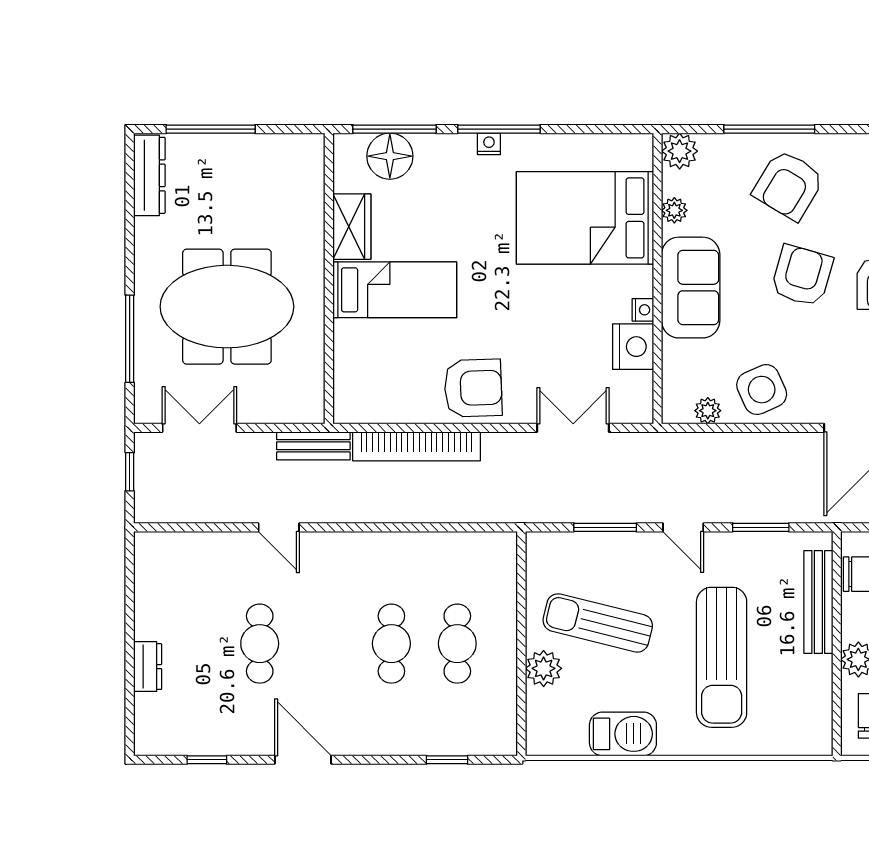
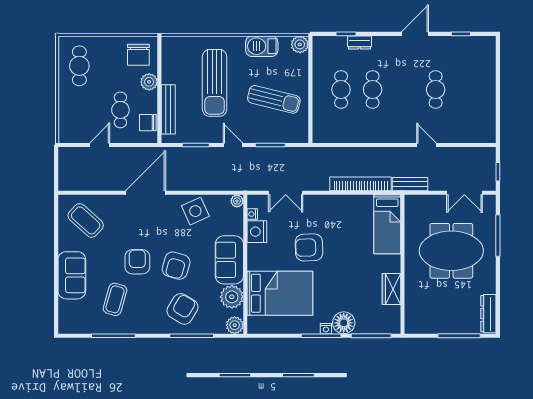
floor lamp: (390, 156) -> (344, 323), moved
plant: (674, 210) -> (232, 297), width x1.87, depth x1.87
bed: (395, 290) -> (387, 224), moved, turned -90
nightstand: (643, 310) -> (252, 214), moved
armchair: (473, 388) -> (309, 247), moved
plant: (708, 411) -> (237, 201), moved
sun lounger: (722, 657) -> (215, 83), turned 180
dresser: (148, 667) -> (360, 42), moved, turned -90
plant: (544, 668) -> (300, 44), moved
door: (303, 760) -> (415, 34), swing flipped

